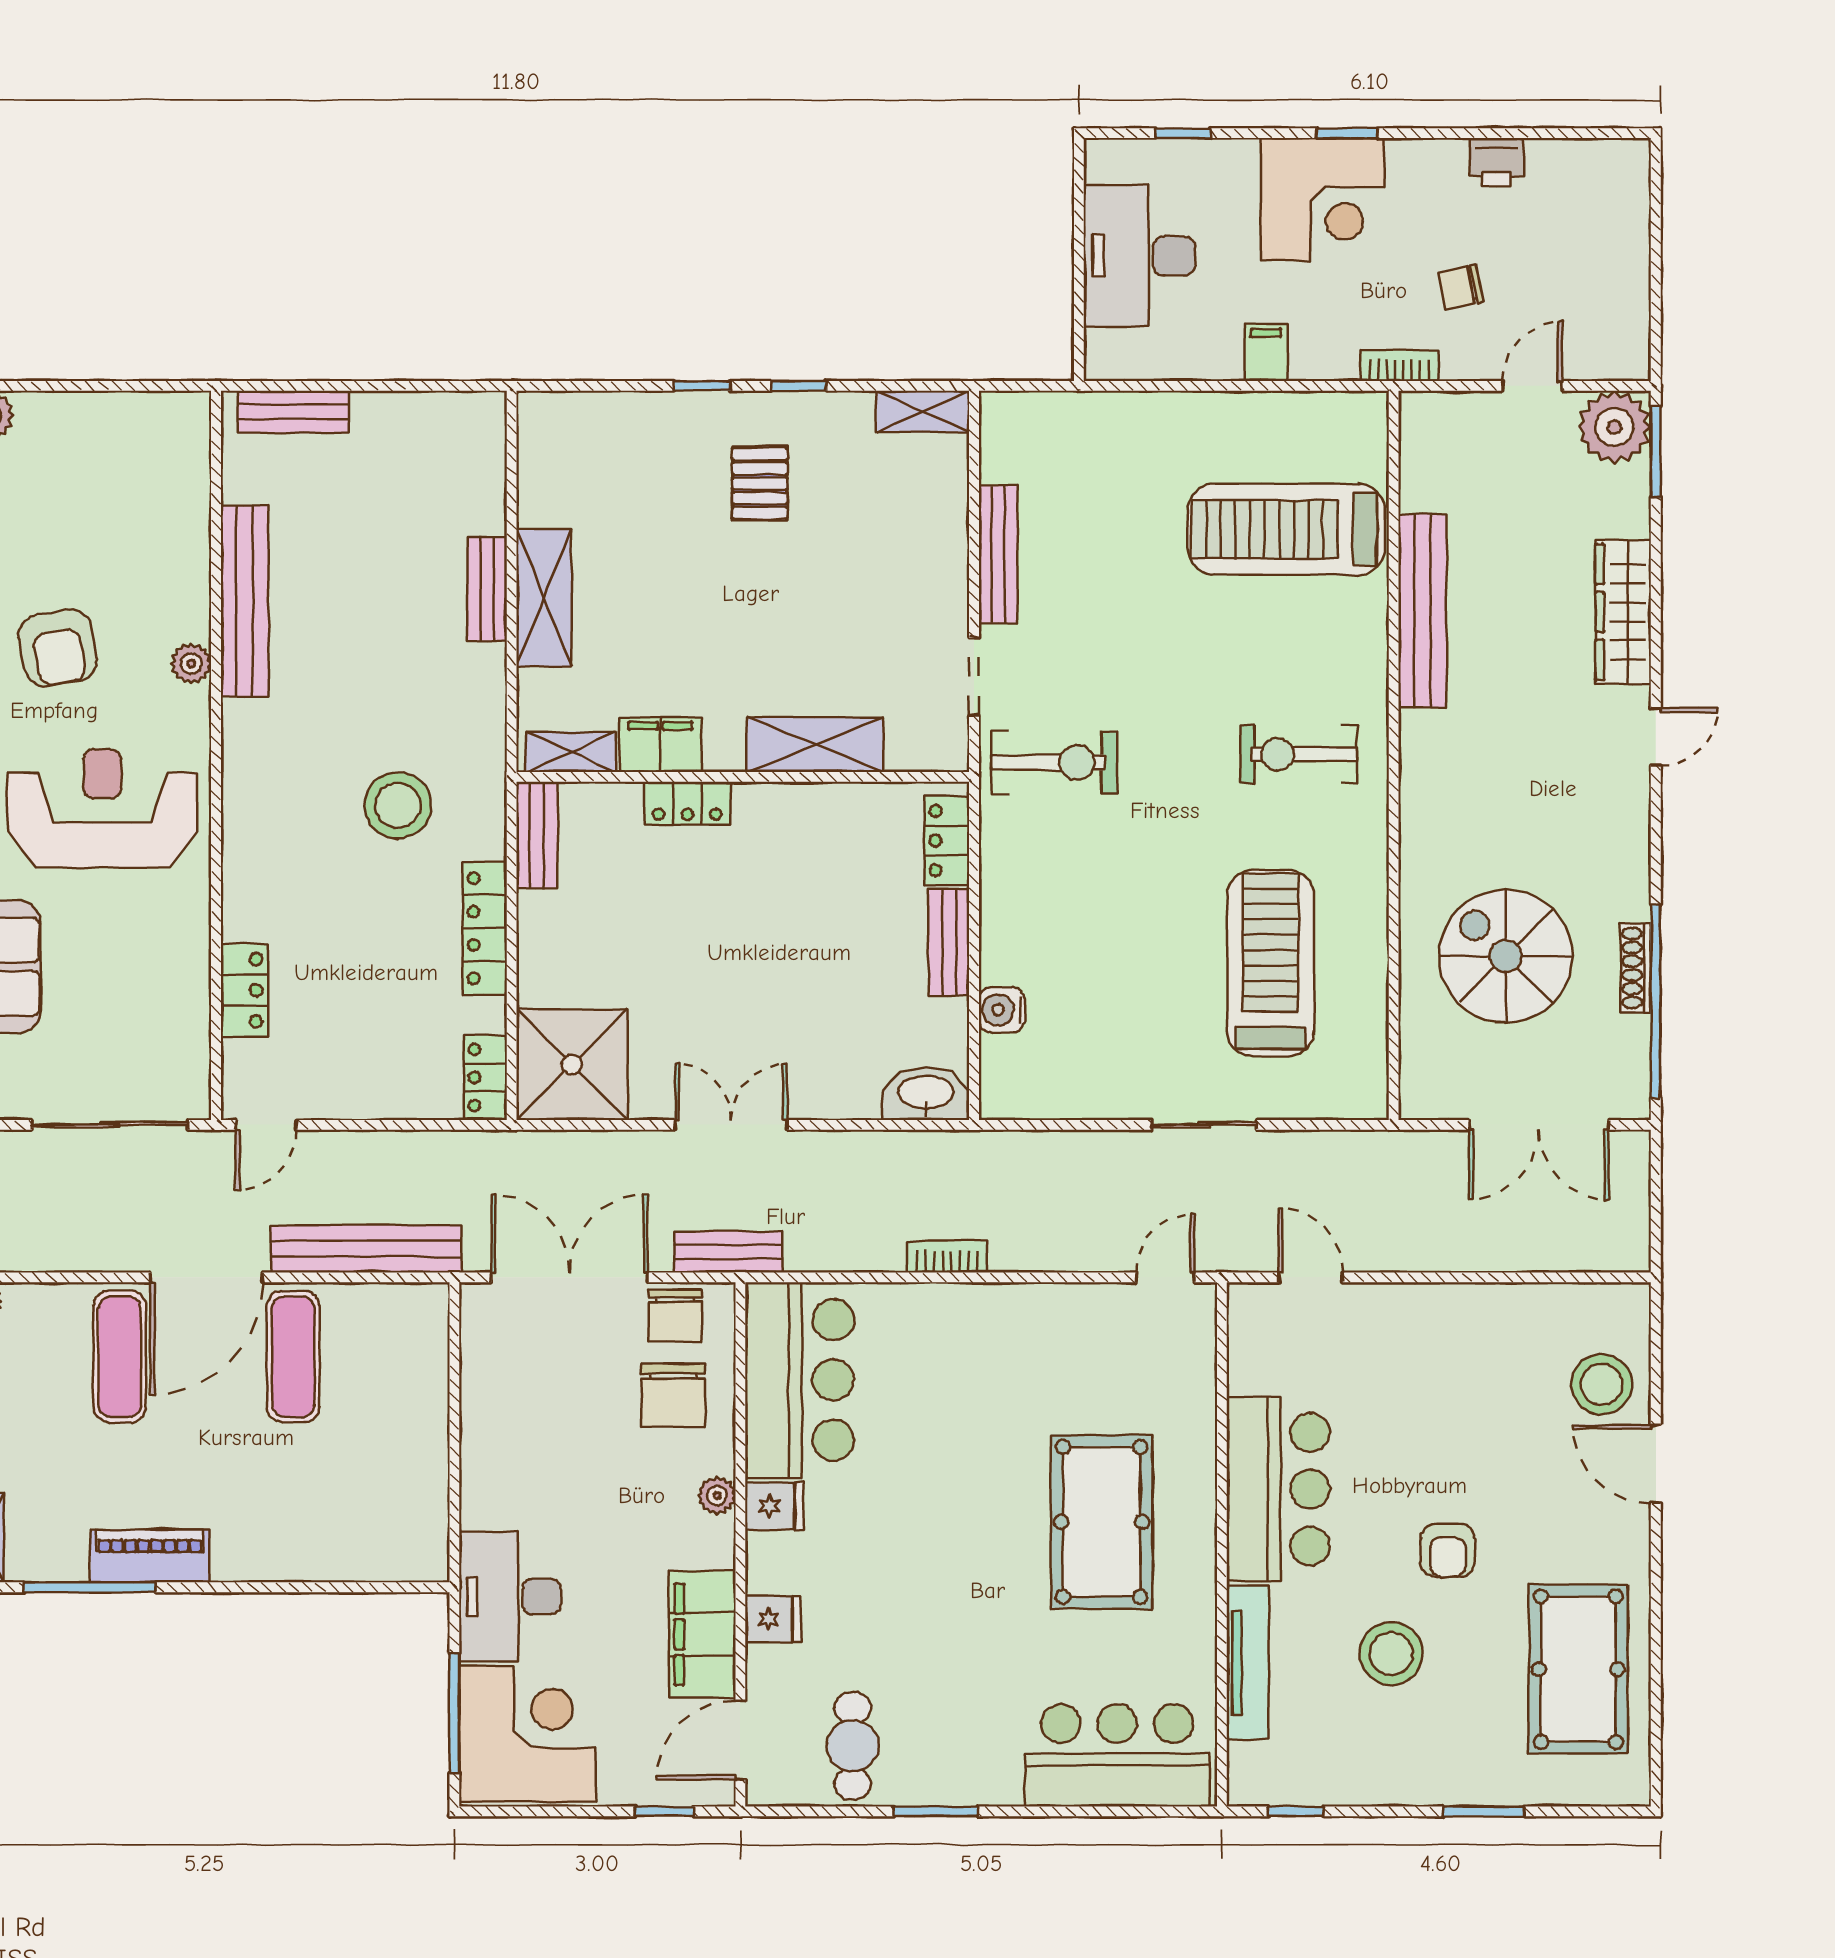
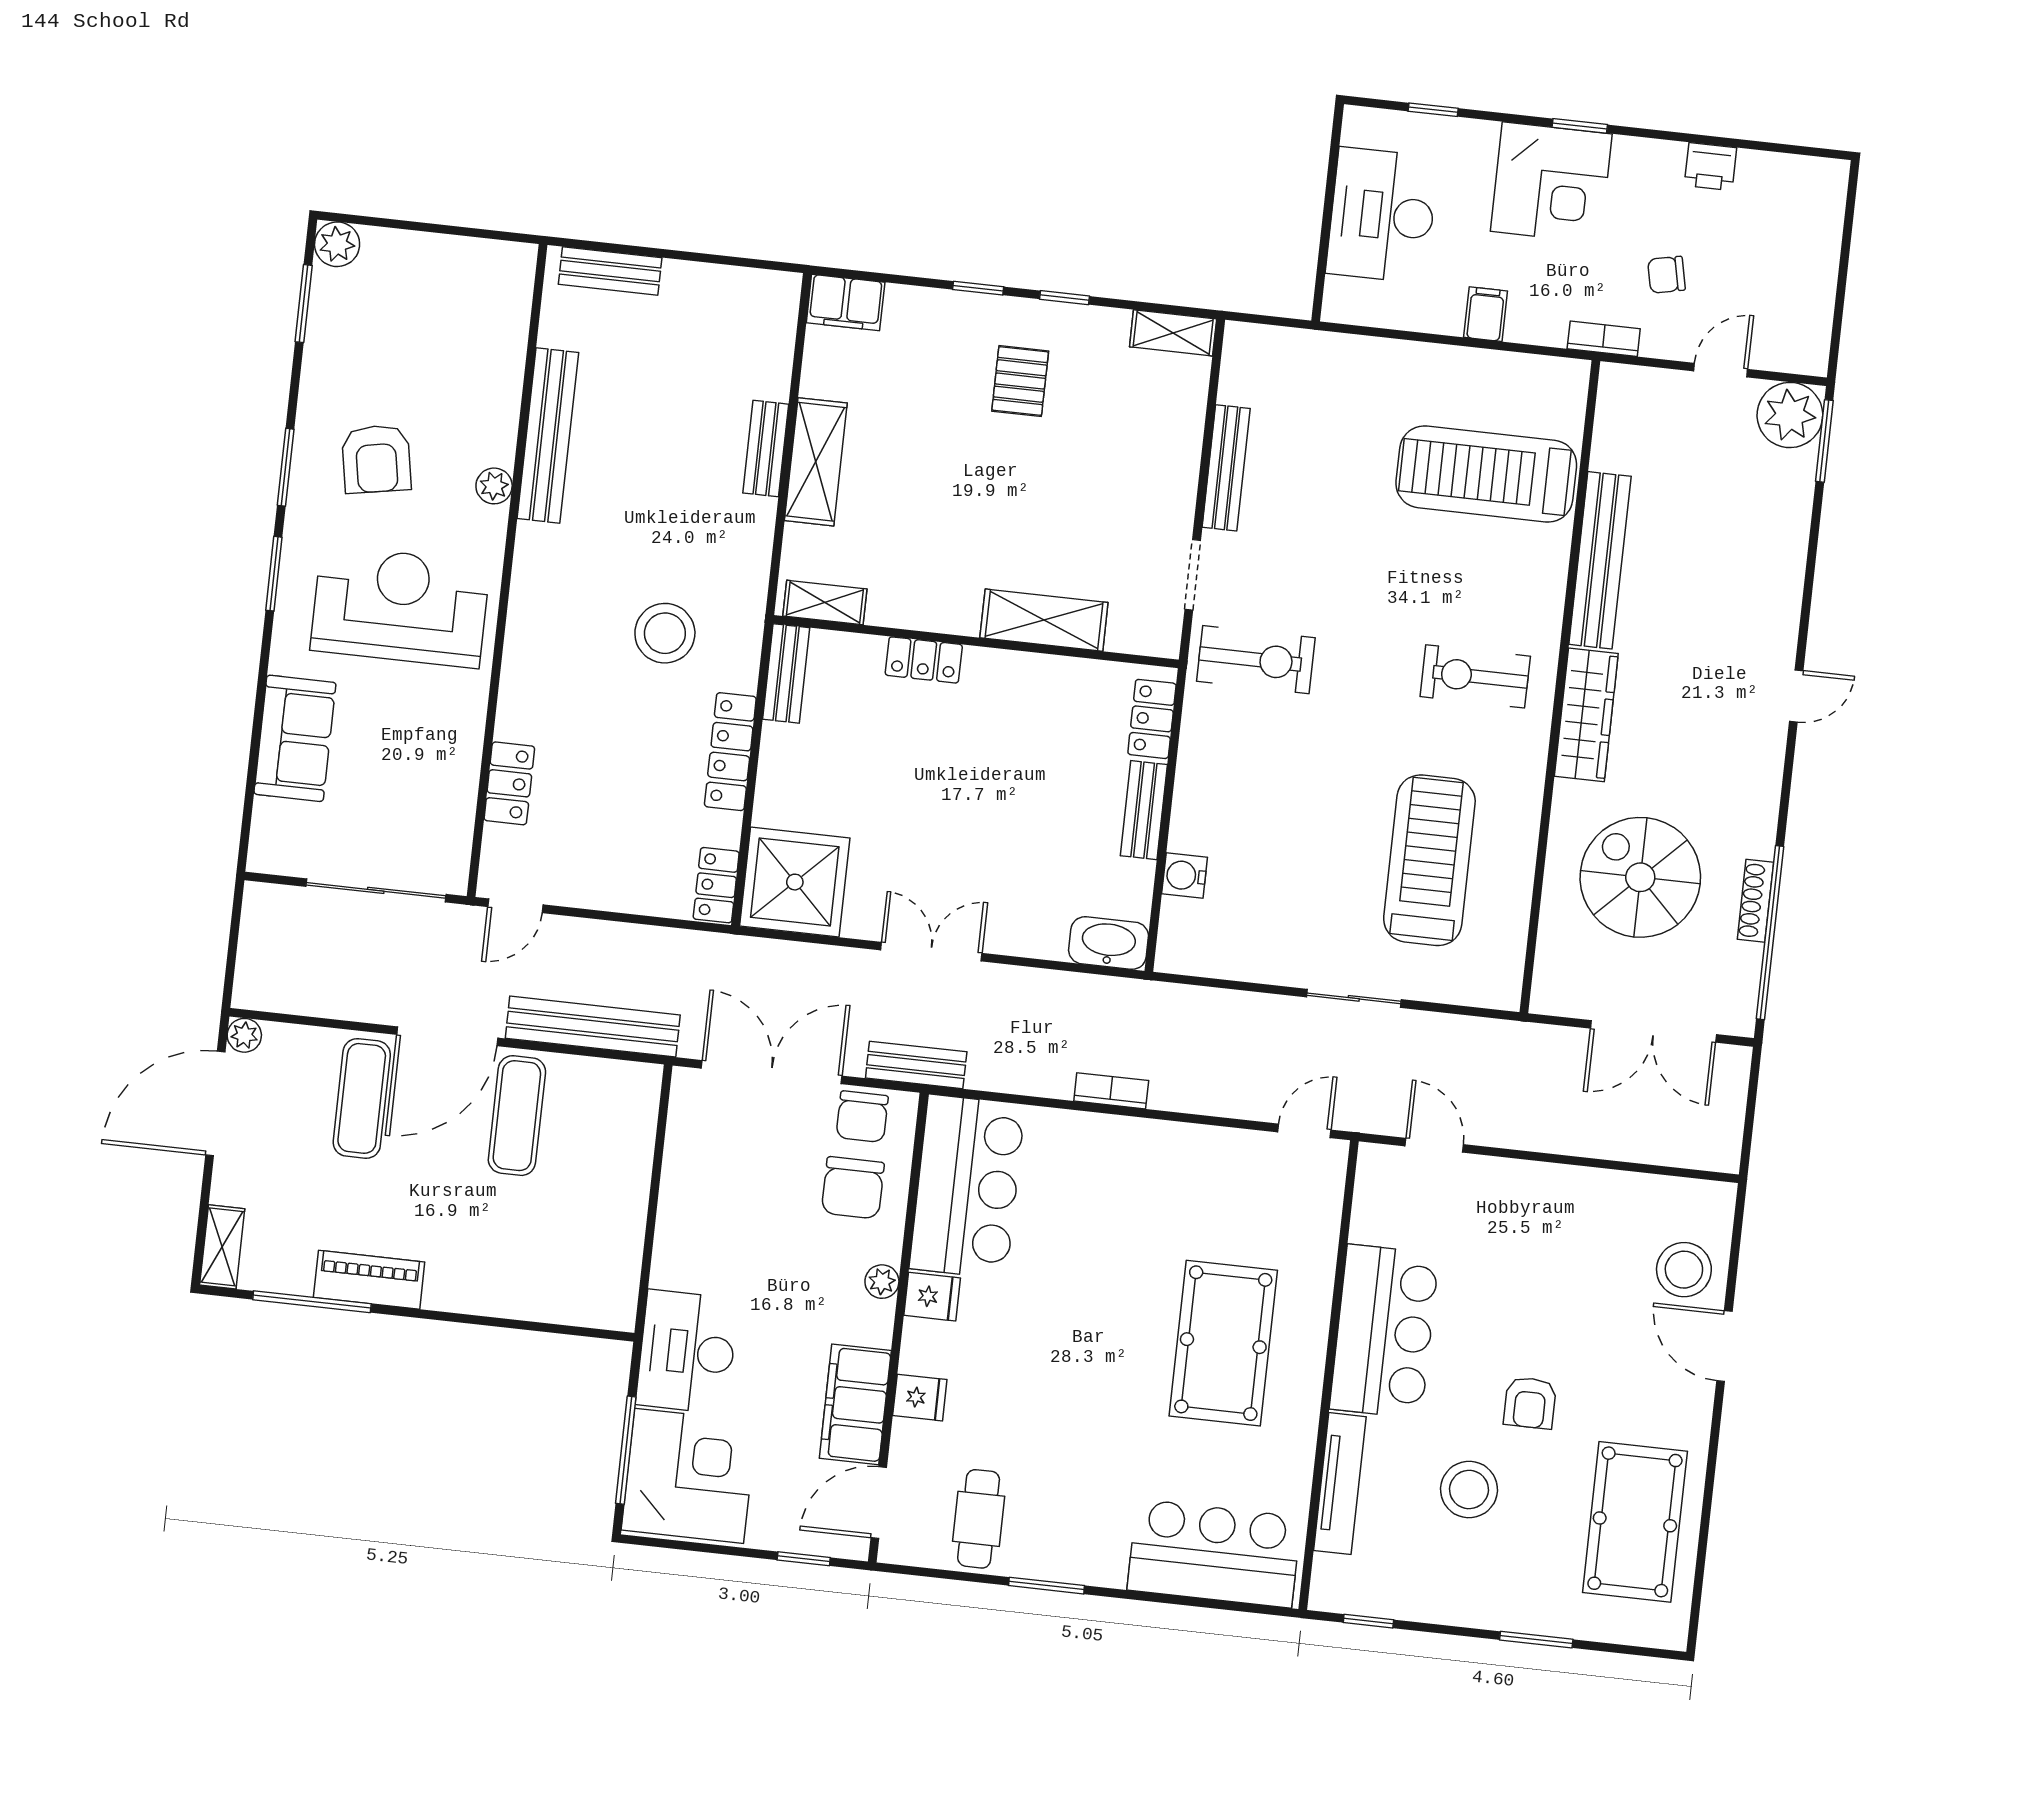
wardrobe: (1623, 612) -> (1586, 715), moved, turned 180
filing cabinet: (660, 745) -> (846, 303), moved, turned 180

